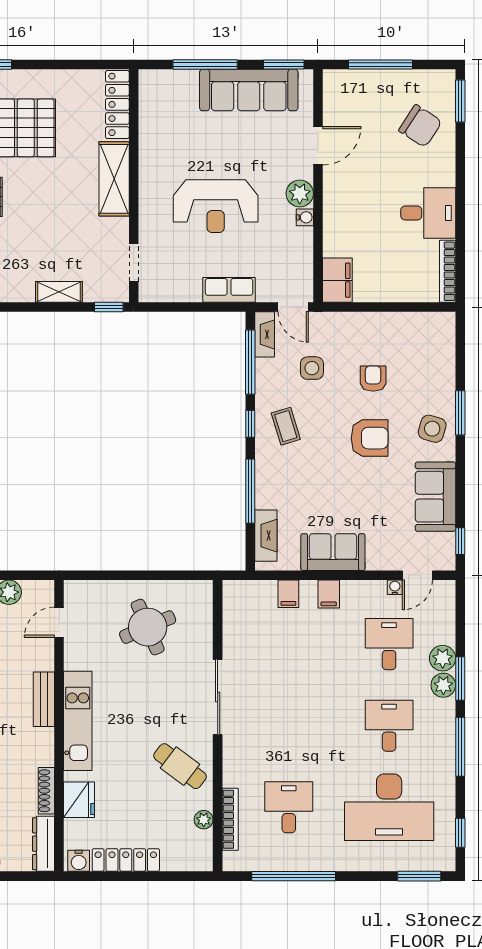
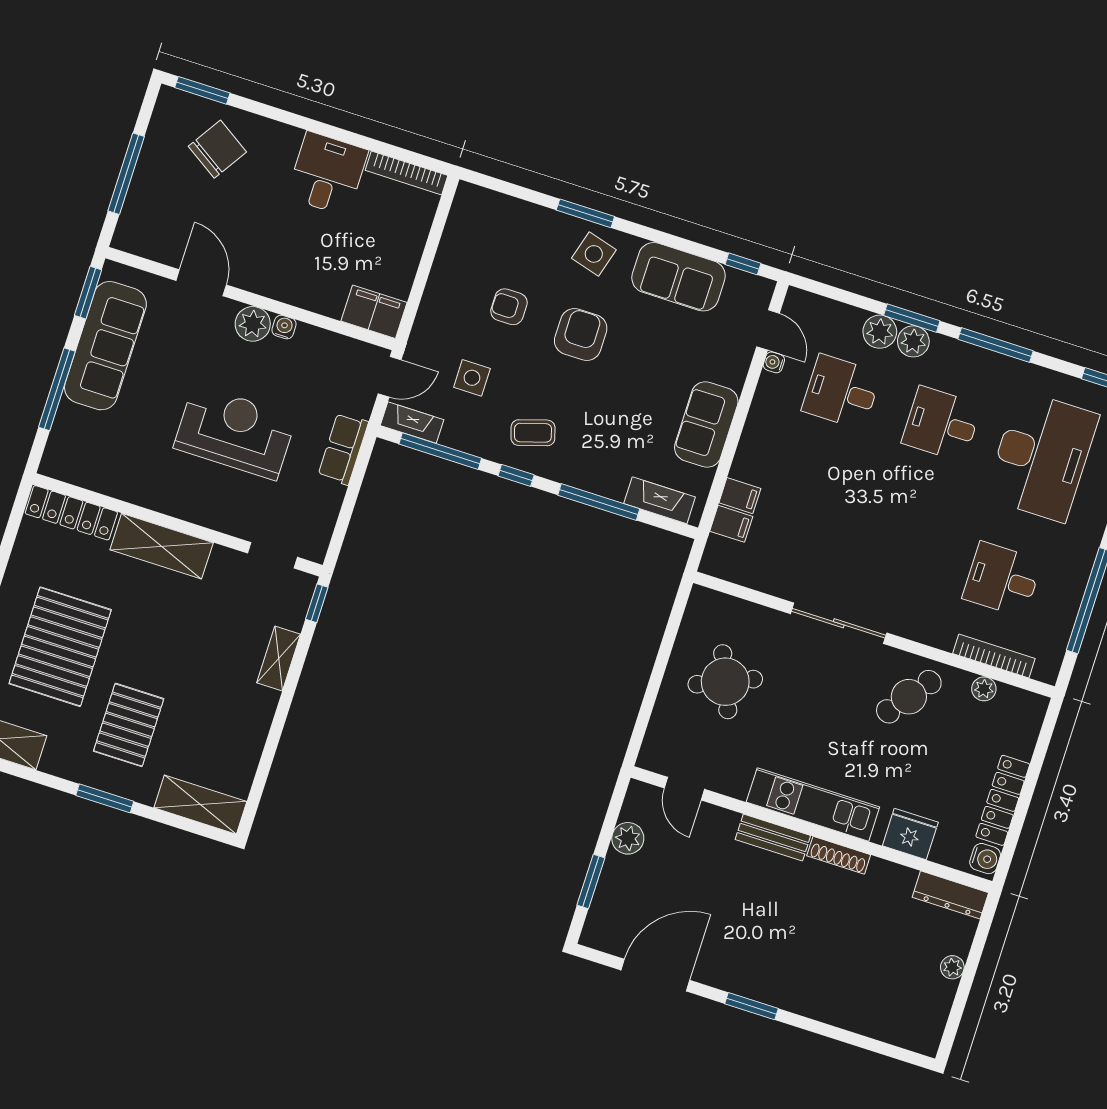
reception desk: (216, 206) -> (235, 432), turned -90
filing cabinet: (329, 594) -> (731, 524), moved
shoe rack: (46, 791) -> (839, 855), moved

